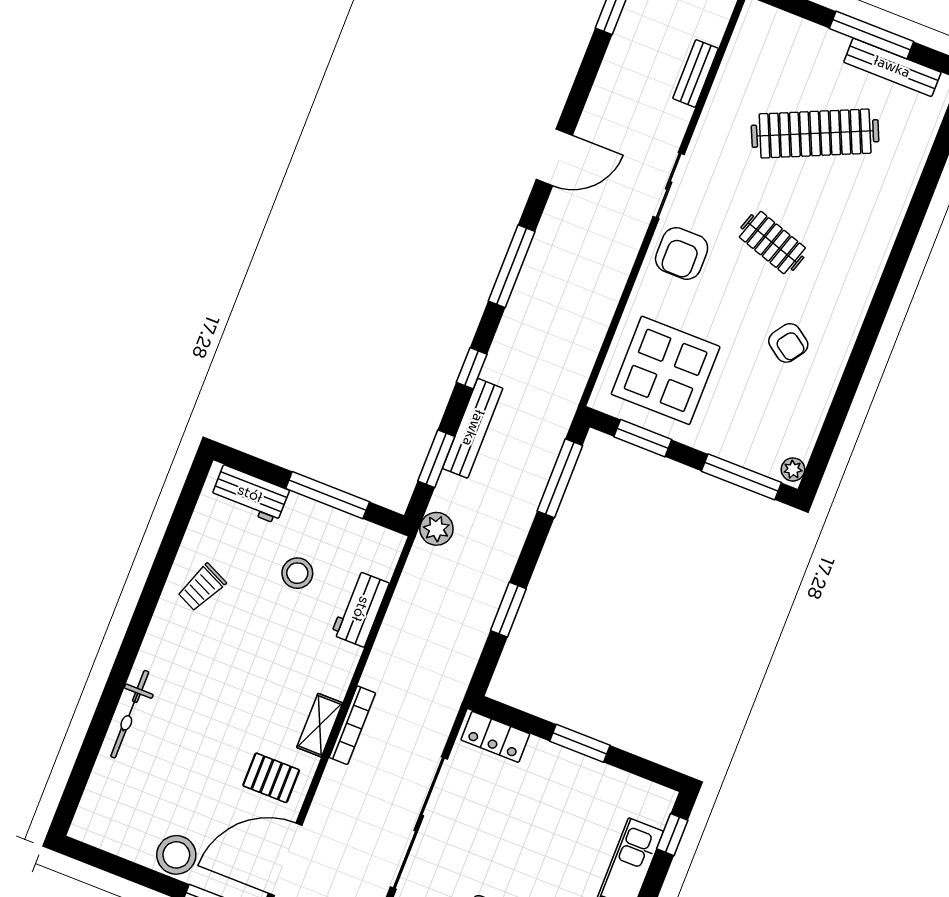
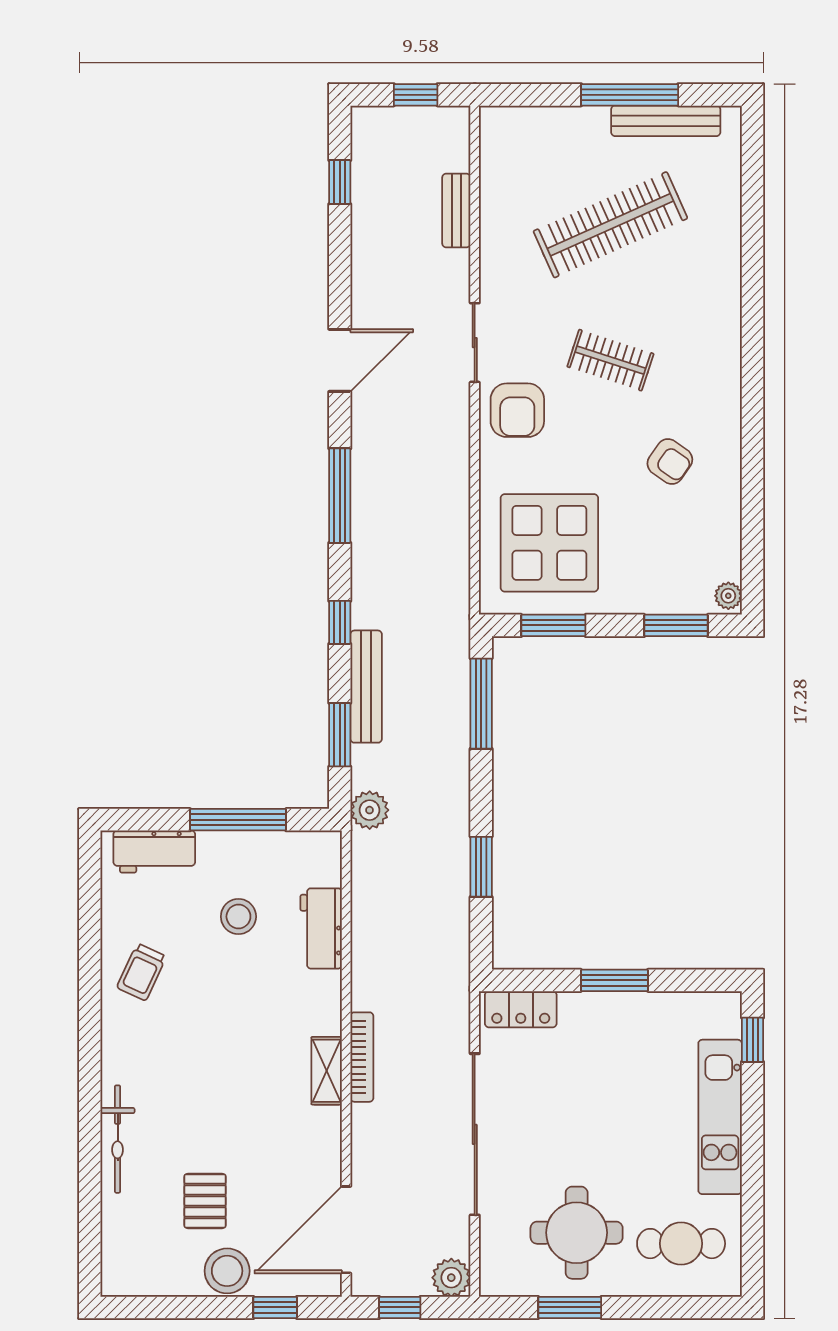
window: (741, 477) -> (676, 625), width x0.69
pallet: (271, 778) -> (205, 1201), moved, turned 90

